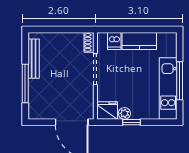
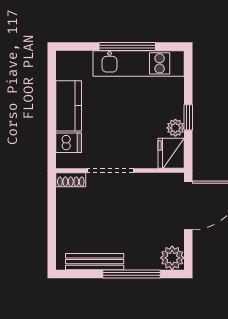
plant: (36, 111) -> (172, 258), added

